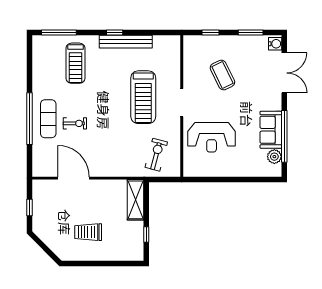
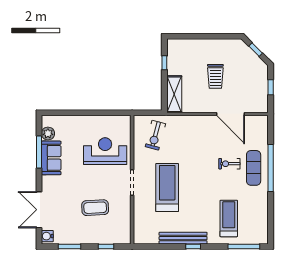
coffee table: (222, 75) -> (95, 208), turned -67
window: (284, 136) -> (39, 152), width x0.68
trolley: (88, 232) -> (215, 76), moved, turned 90
window: (46, 249) -> (256, 50), added

